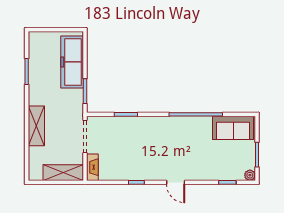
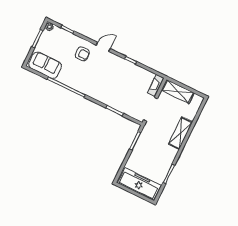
freezer: (72, 62) -> (139, 184), moved, turned -90
armchair: (196, 162) -> (82, 54), added
door: (176, 182) -> (103, 47), hinge flipped

